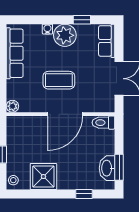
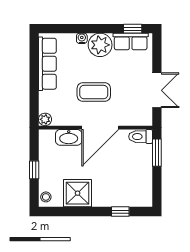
window: (82, 20) -> (133, 29), moved
row of seats: (107, 41) -> (131, 41), moved, turned -90
window: (119, 167) -> (157, 153), moved
washbasin: (107, 168) -> (69, 137), moved, turned -90

